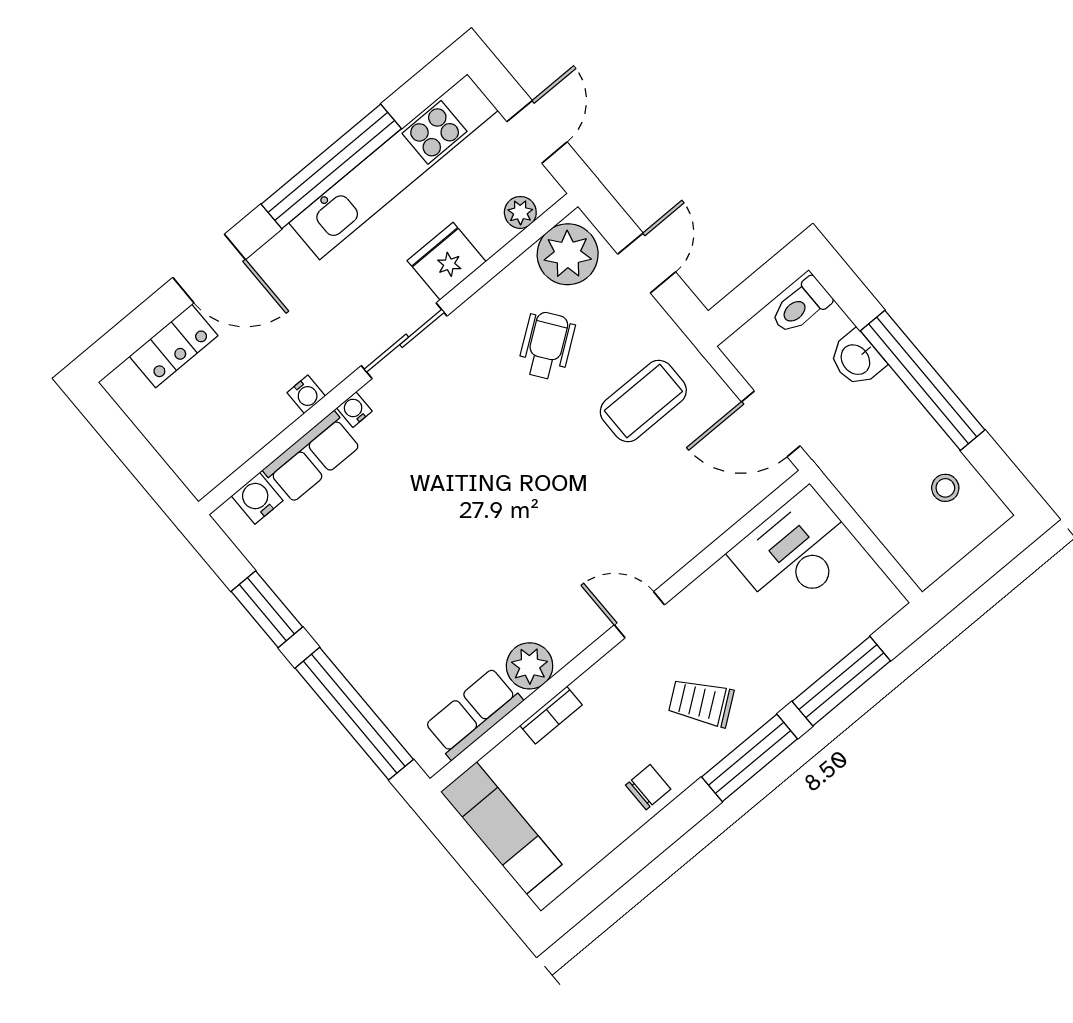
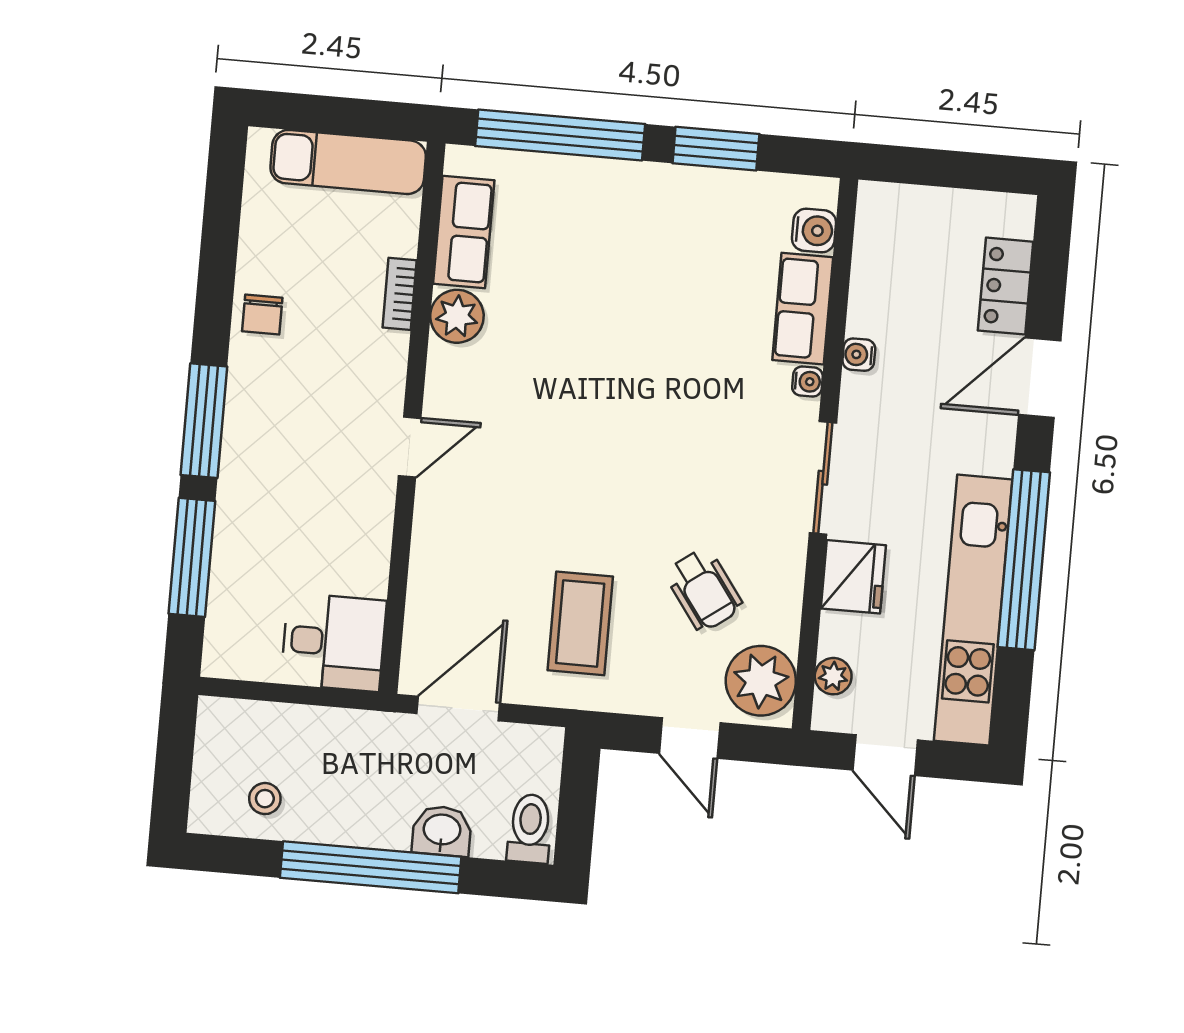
desk: (795, 551) -> (333, 642), width x0.73
trolley: (701, 702) -> (288, 426), removed

